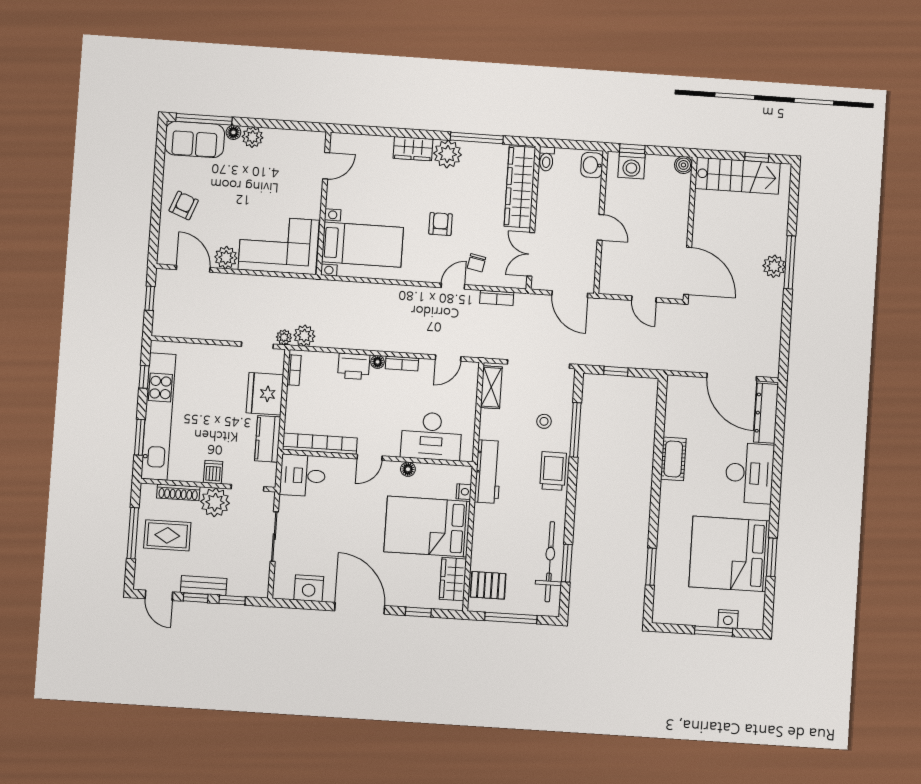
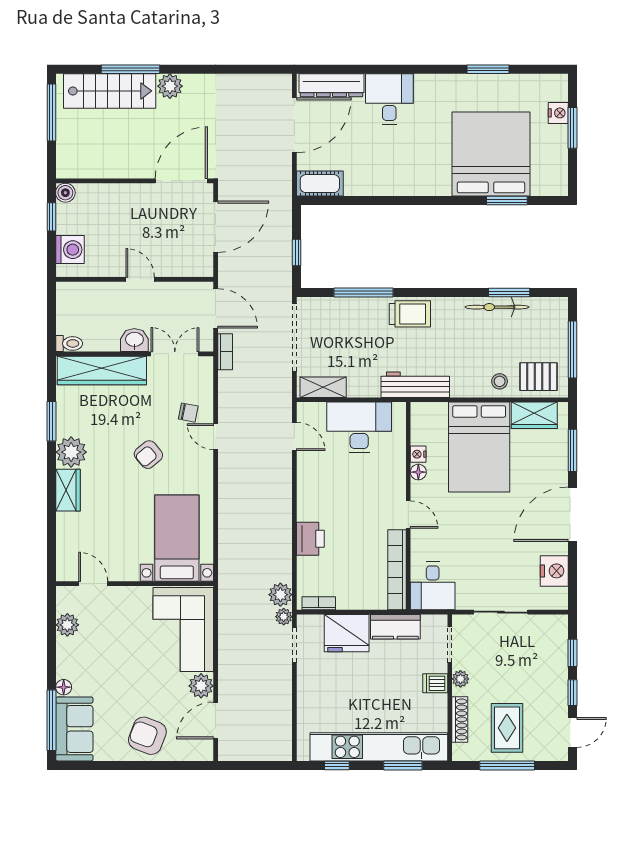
plant: (252, 137) -> (67, 625), moved
window: (477, 138) -> (51, 421), width x0.69
window: (632, 149) -> (51, 217), moved
window: (757, 157) -> (51, 113), width x2.17
washbasin: (592, 165) -> (134, 340), moved, turned 180
stairs: (737, 176) -> (110, 91), moved, turned 90
armchair: (184, 206) -> (147, 736), width x1.38, depth x1.38
armchair: (441, 224) -> (148, 455), turned -40
door: (600, 227) -> (140, 279), hinge flipped
double door: (531, 254) -> (175, 354), swing flipped
window: (790, 262) -> (131, 69), moved
door: (570, 294) -> (216, 308), hinge flipped
window: (150, 298) -> (251, 765), removed
bookcase: (497, 298) -> (225, 352), moved
door: (644, 299) -> (216, 227), width x1.88
floor lamp: (378, 362) -> (304, 513), removed
bookcase: (402, 363) -> (304, 486), removed
stool: (544, 421) -> (500, 381), moved
desk: (431, 436) -> (359, 427), moved, turned -90
cot: (673, 459) -> (320, 184), moved
trolley: (553, 471) -> (410, 314), turned 180
desk: (750, 473) -> (389, 99), width x0.73
nightstand: (464, 492) -> (418, 454), moved, turned -90
plant: (215, 502) -> (460, 679), width x0.53, depth x0.53
bed: (729, 554) -> (491, 154), moved, turned 180
bicycle: (550, 562) -> (497, 307), width x0.73, depth x0.71
bench: (204, 585) -> (559, 685), removed
pallet: (488, 585) -> (539, 377), turned 90
window: (418, 612) -> (572, 450), width x1.50

